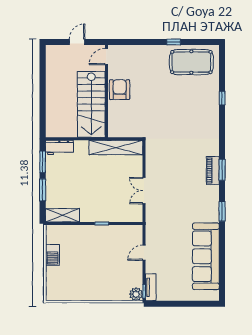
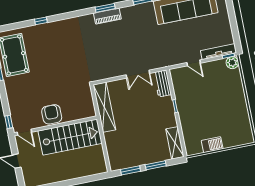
window: (121, 42) -> (9, 122), added
armchair: (120, 90) -> (52, 114), turned 90
workbench: (59, 147) -> (162, 83), moved, turned 180
tv unit: (151, 287) -> (219, 52), width x1.41

